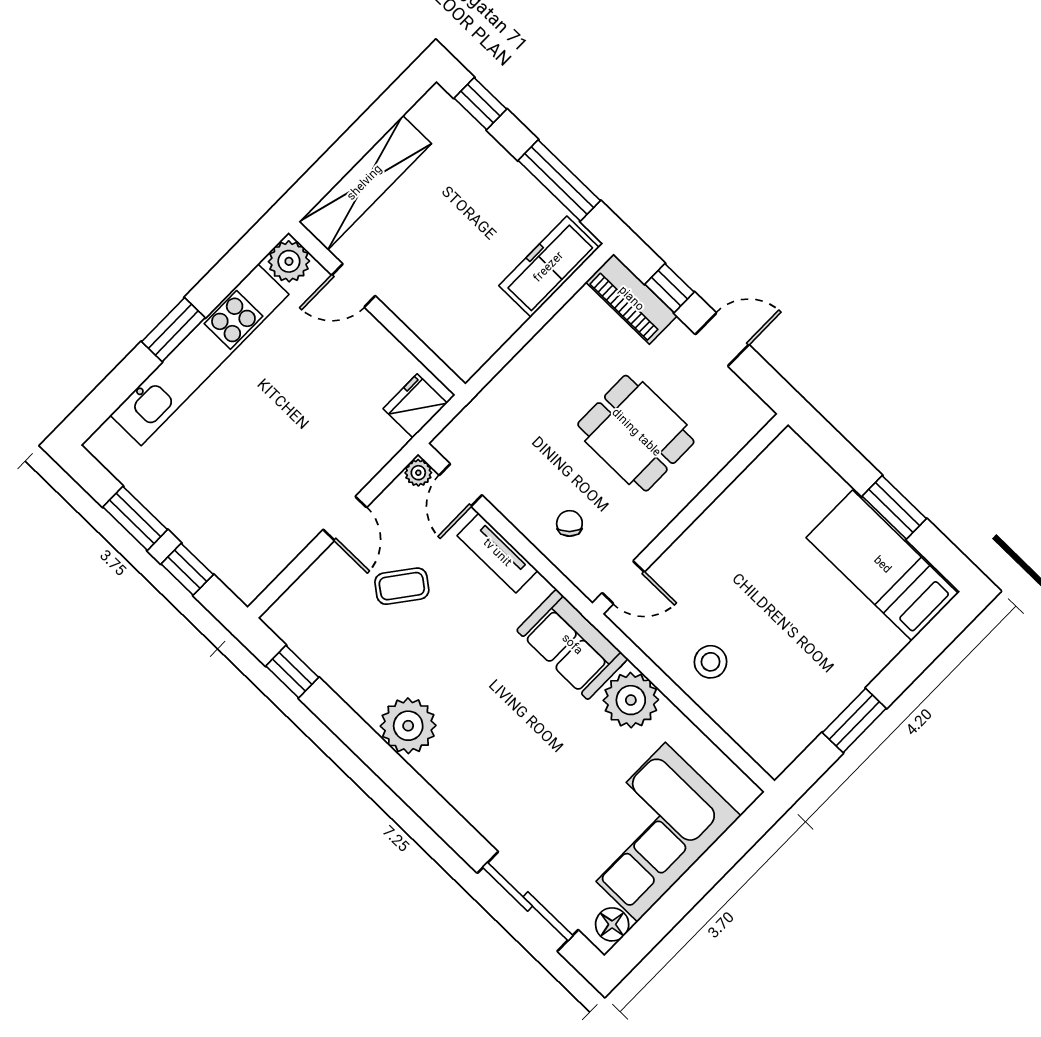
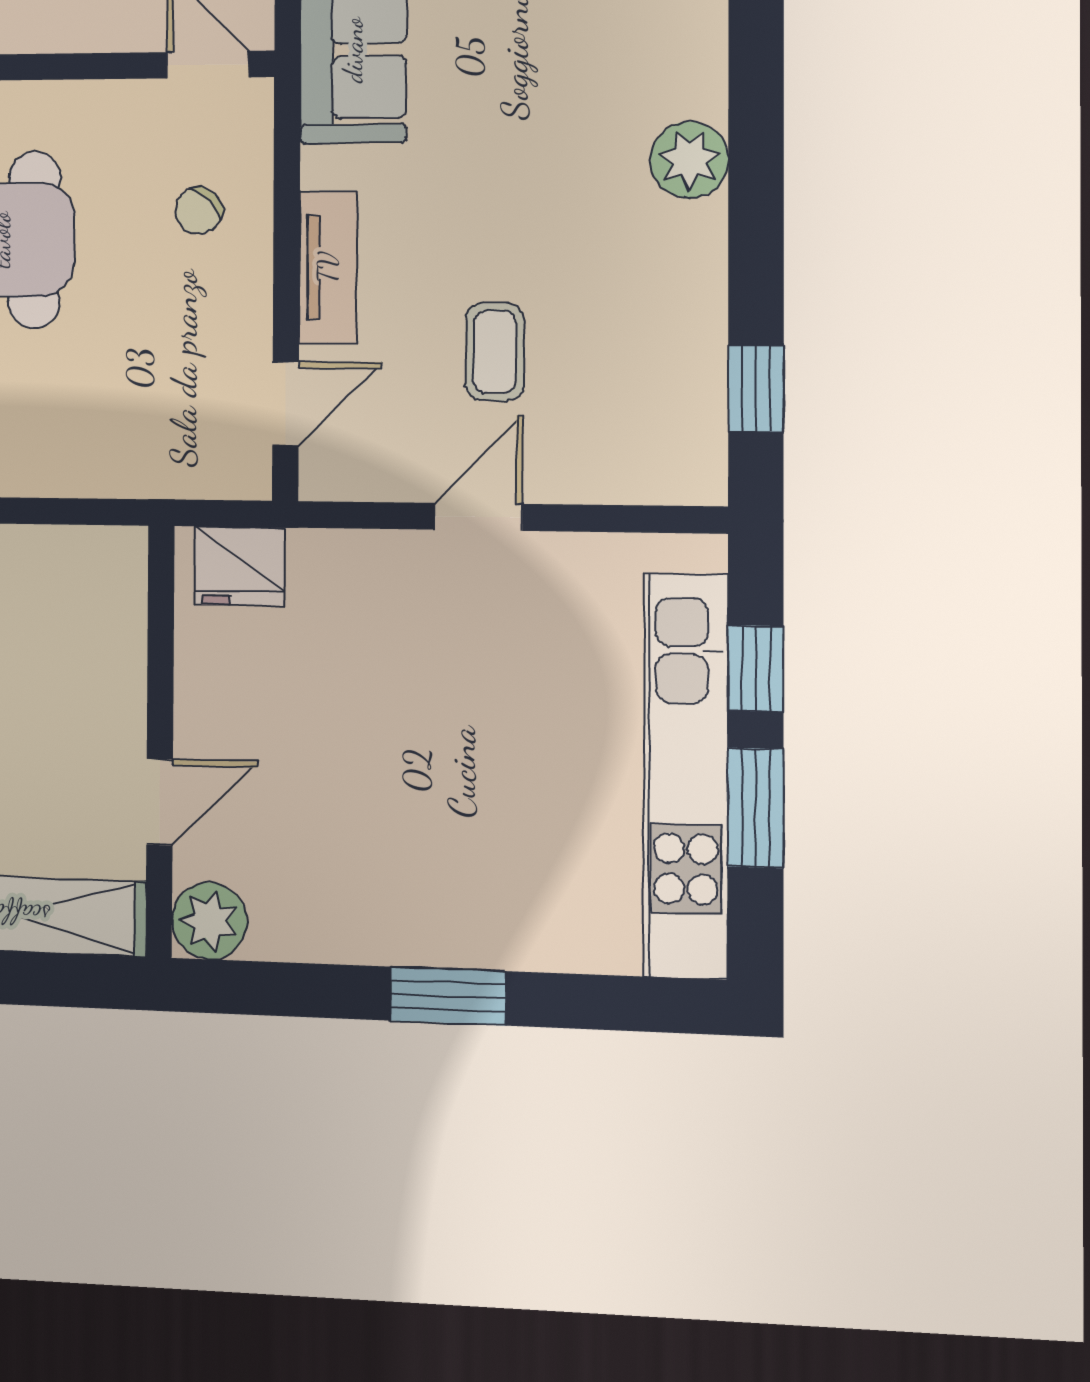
door: (354, 285) -> (160, 802), hinge flipped
kitchen unit: (199, 355) -> (686, 776), moved, turned -90
plant: (418, 473) -> (323, 476), removed
coffee table: (402, 586) -> (495, 352), turned 53
plant: (408, 726) -> (689, 160), width x0.73, depth x0.73

